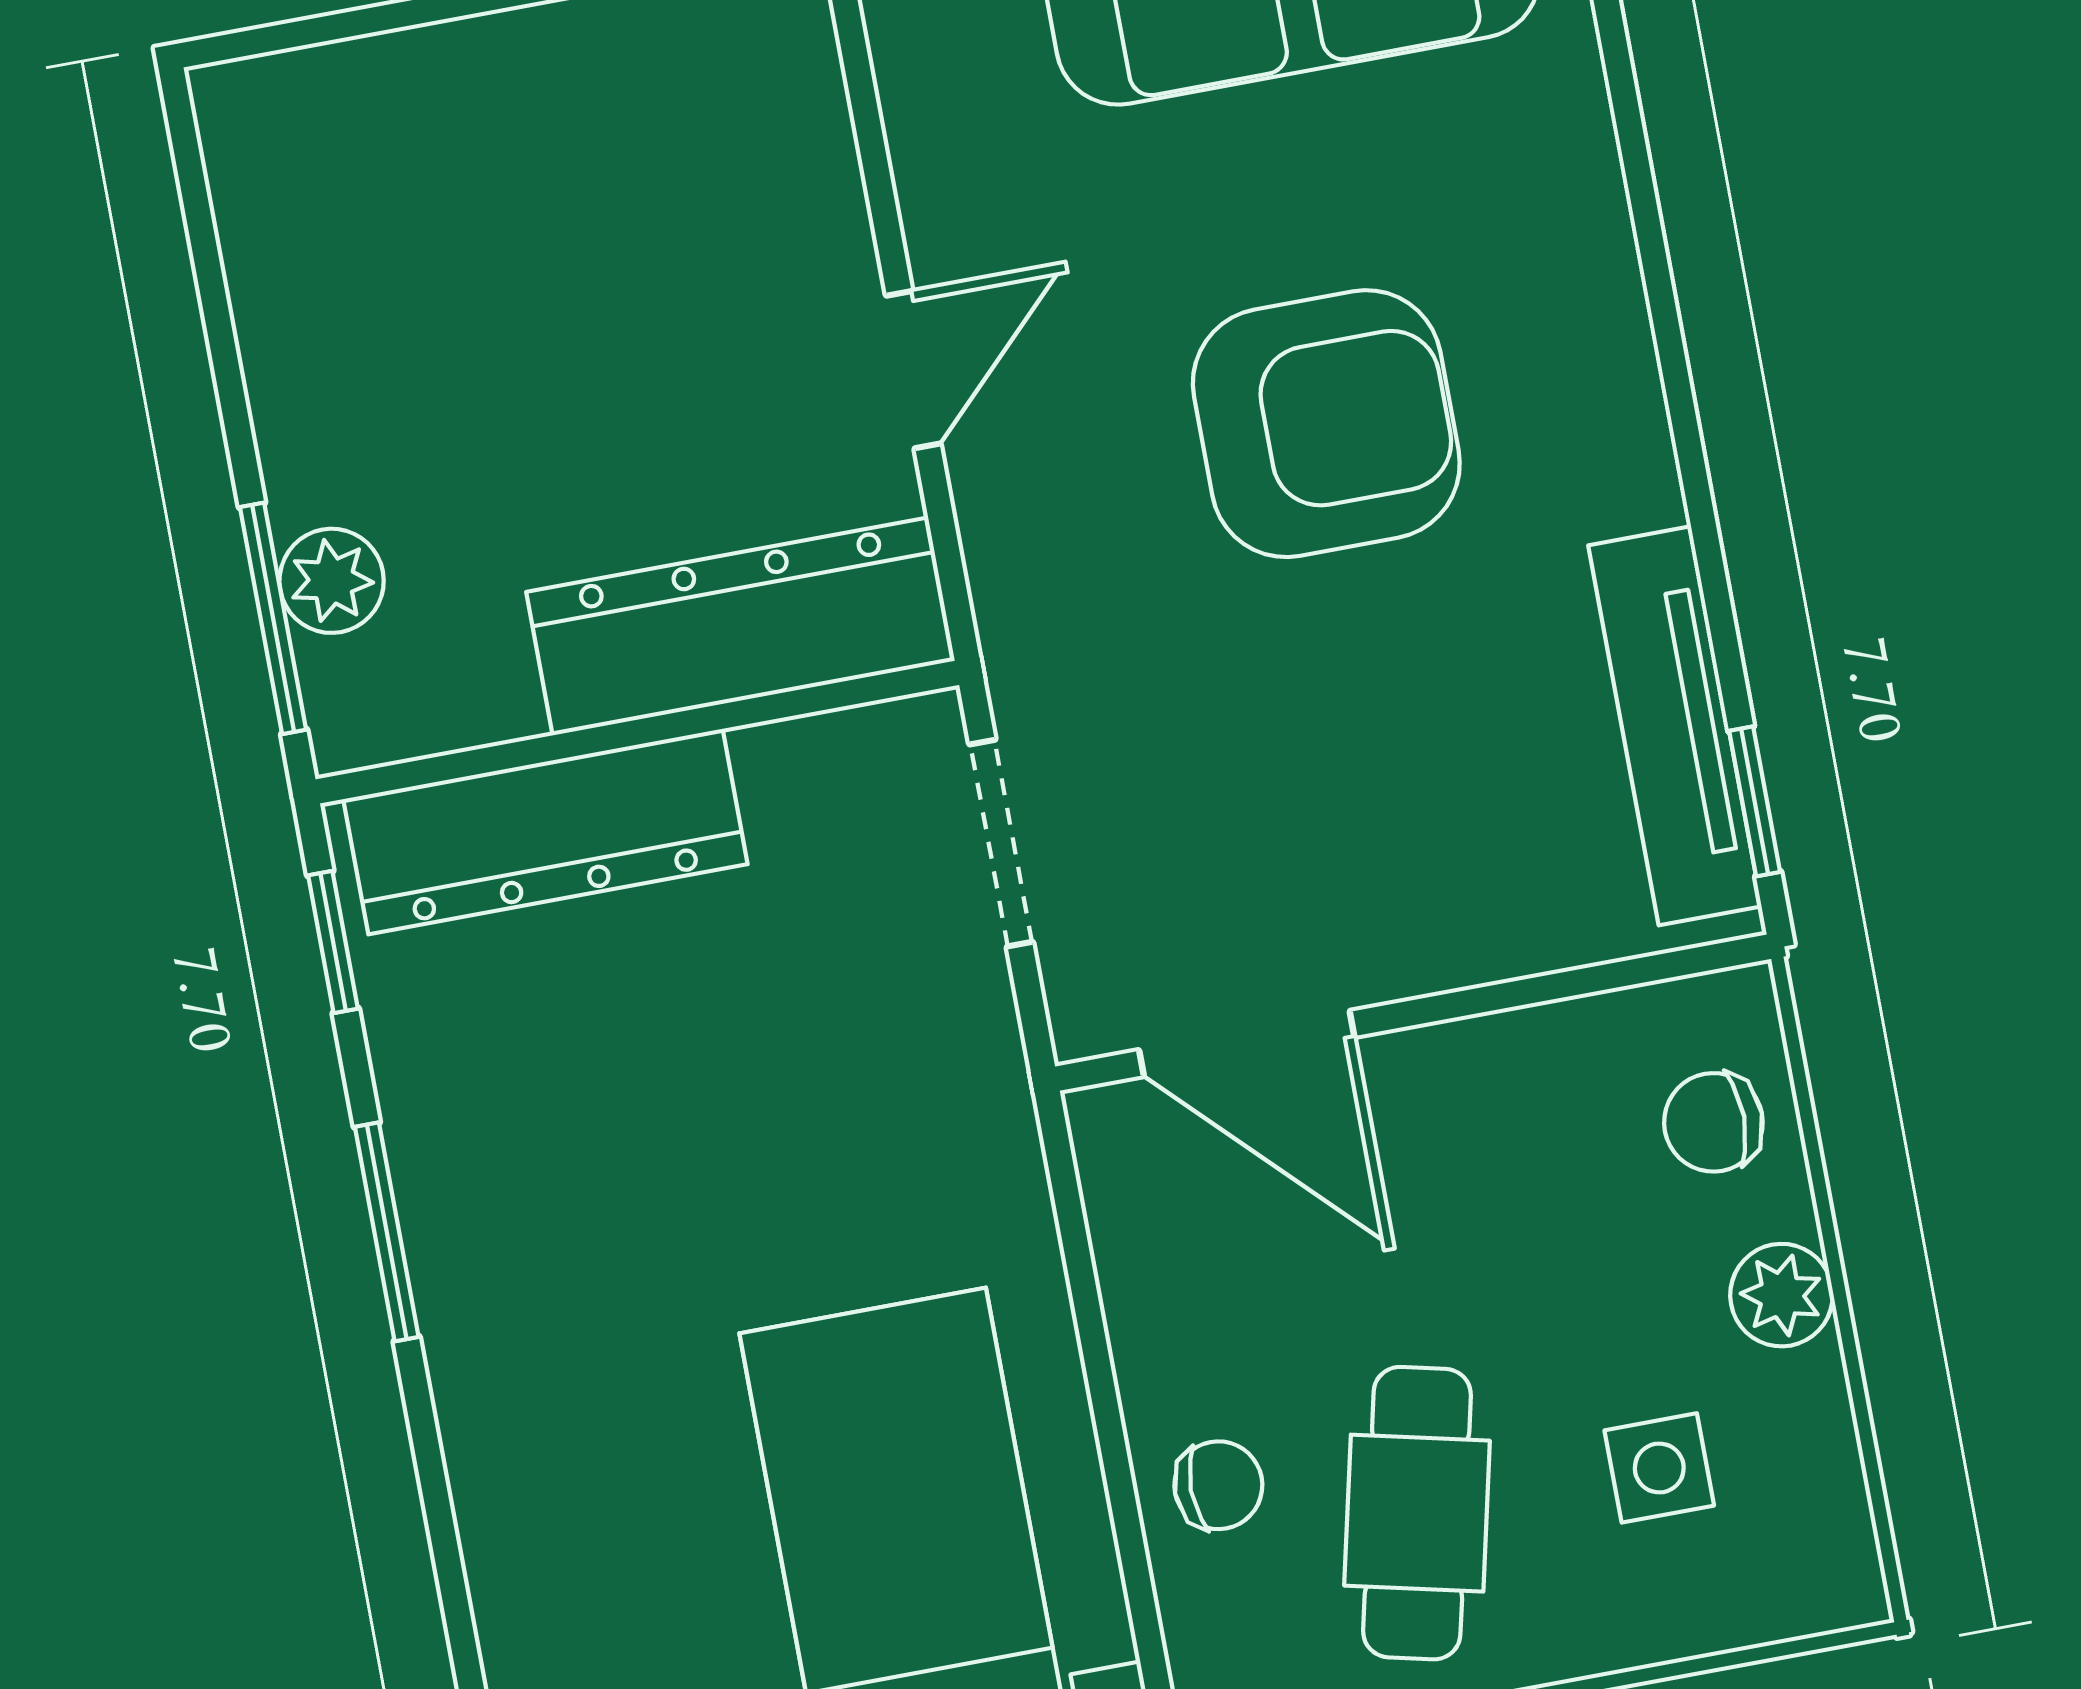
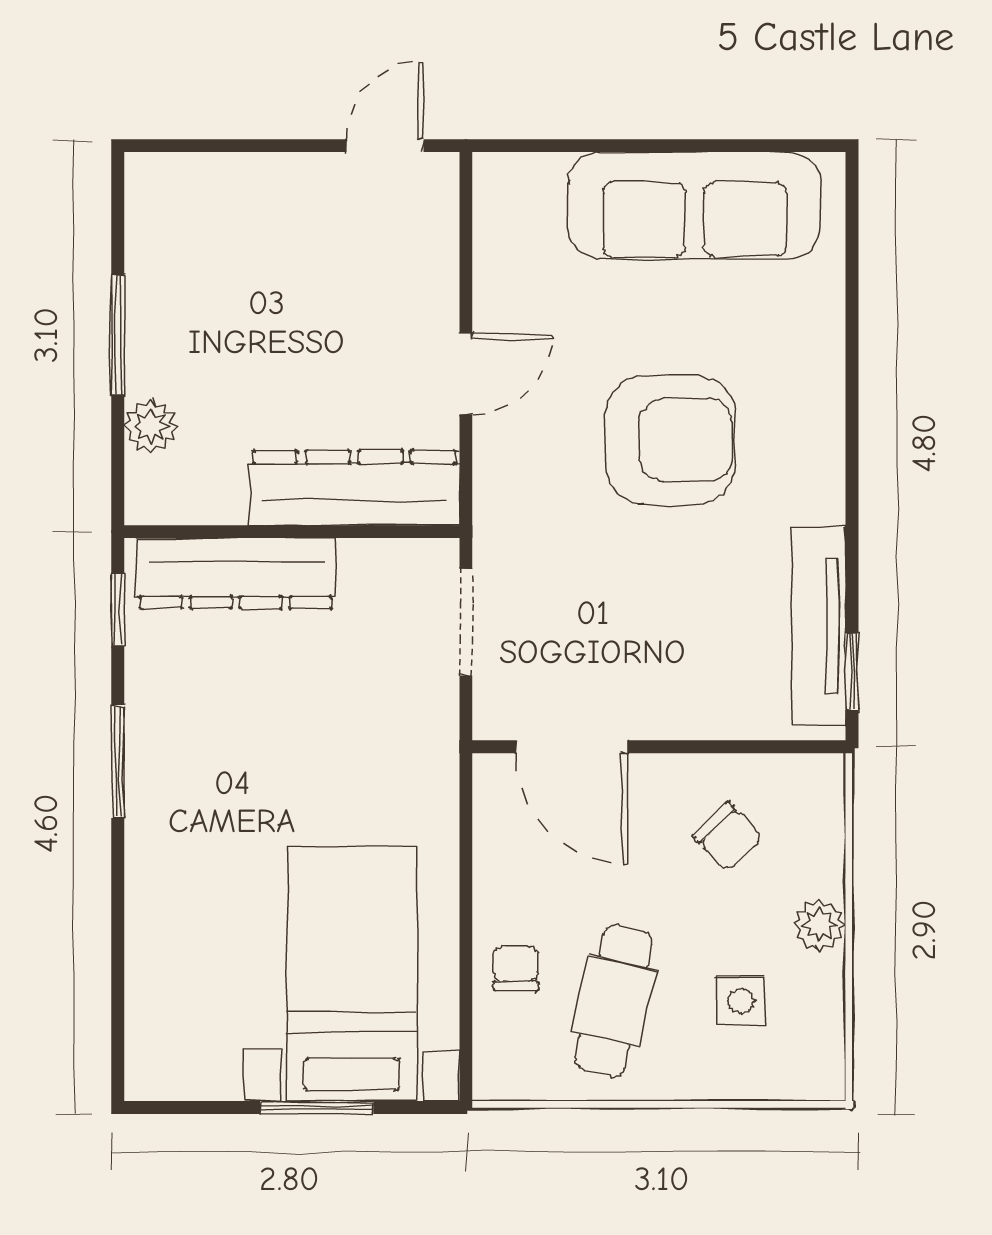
window: (273, 618) -> (118, 335), moved
chair: (1713, 1122) -> (728, 837), moved, turned -135
chair: (1218, 1485) -> (516, 968), turned -90

